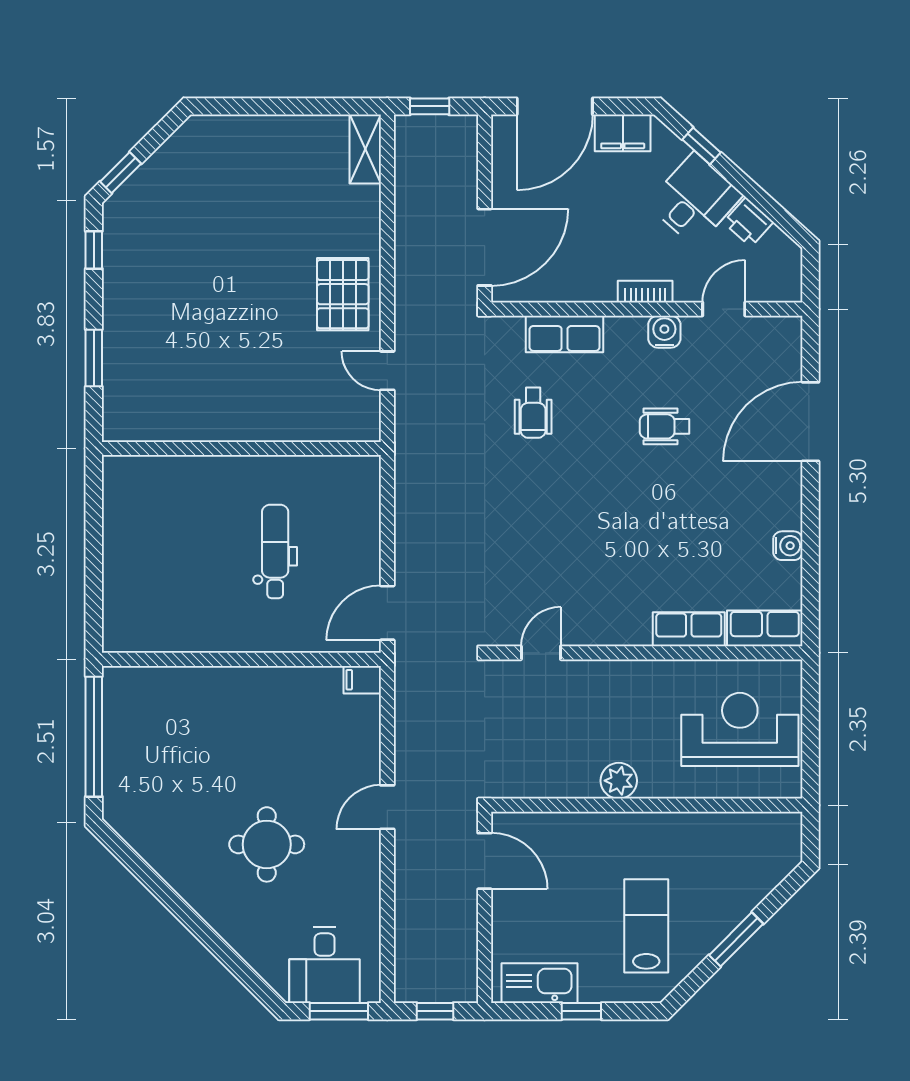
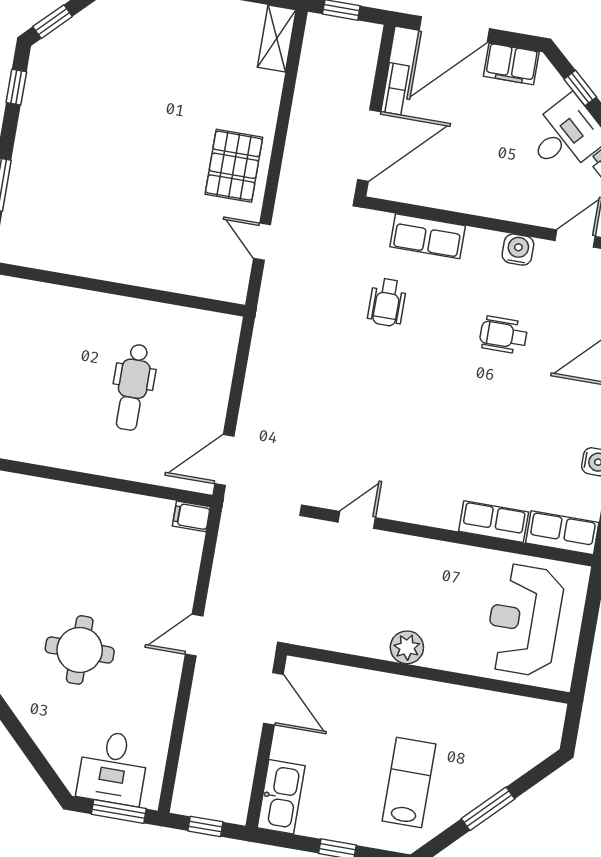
bookcase: (645, 292) -> (395, 89), moved, turned 90
dental chair: (275, 552) -> (133, 387), turned 180
reception desk: (740, 729) -> (524, 620), turned -90
kitchen sink: (539, 983) -> (281, 797), moved, turned 90

